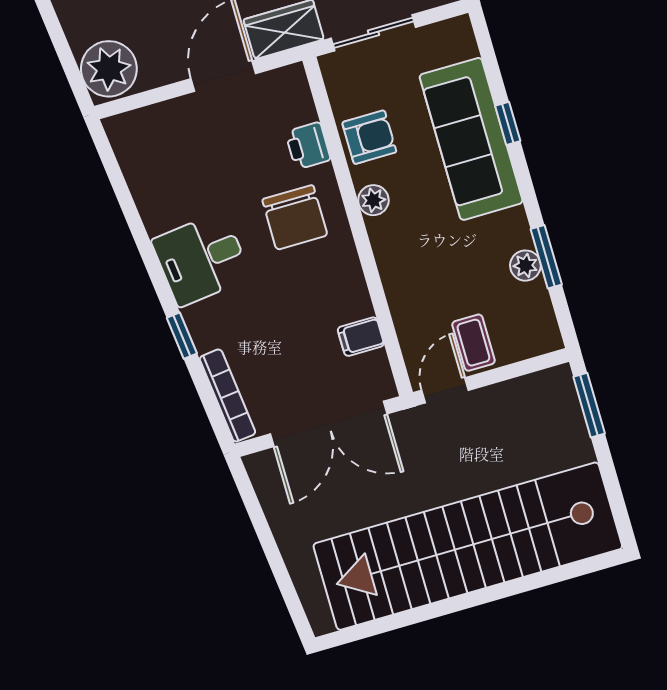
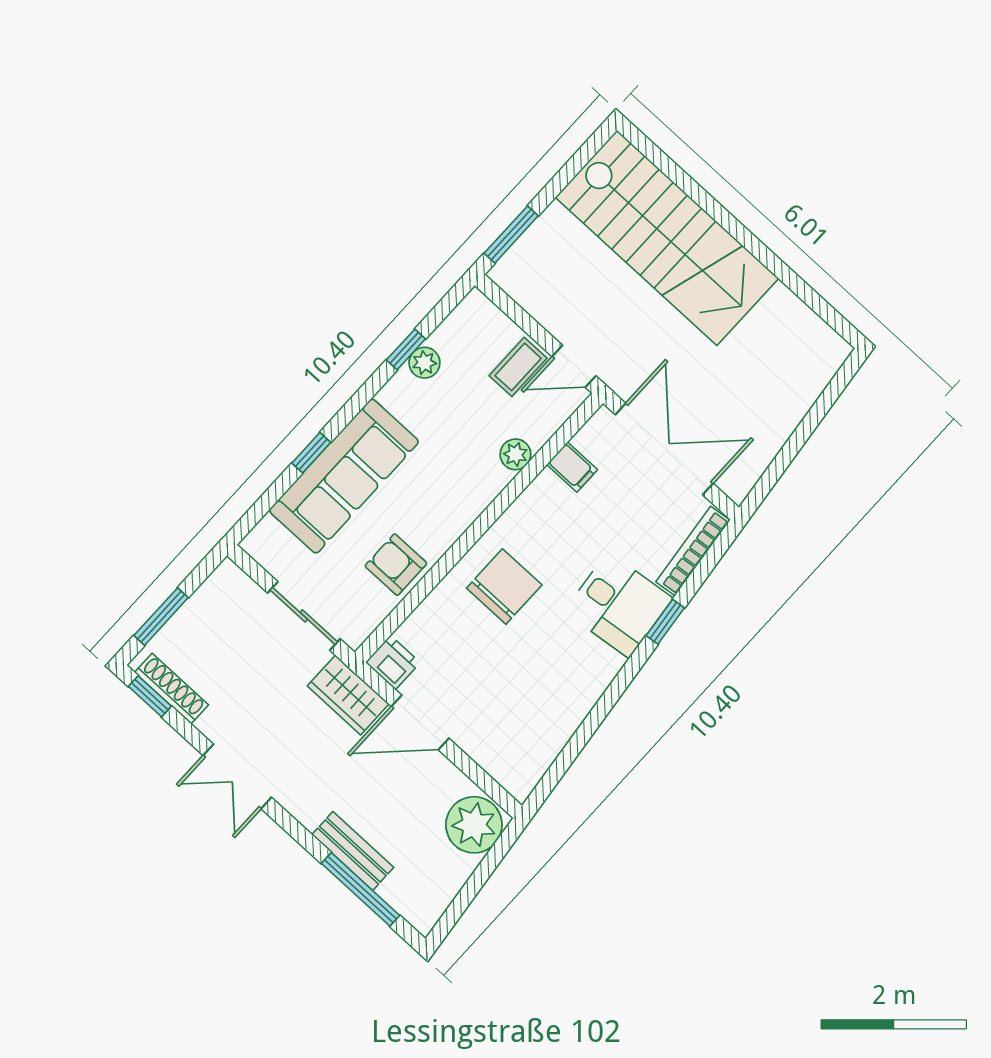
printer: (308, 146) -> (393, 662), moved, turned -90
plant: (373, 200) -> (515, 454), moved
window: (546, 257) -> (406, 349), width x0.67
desk: (201, 259) -> (619, 605), moved
stairs: (468, 546) -> (667, 238), width x0.73

